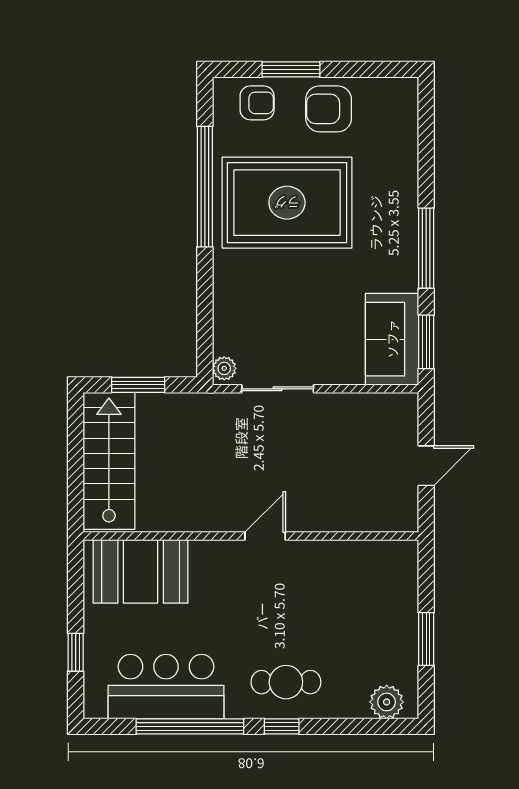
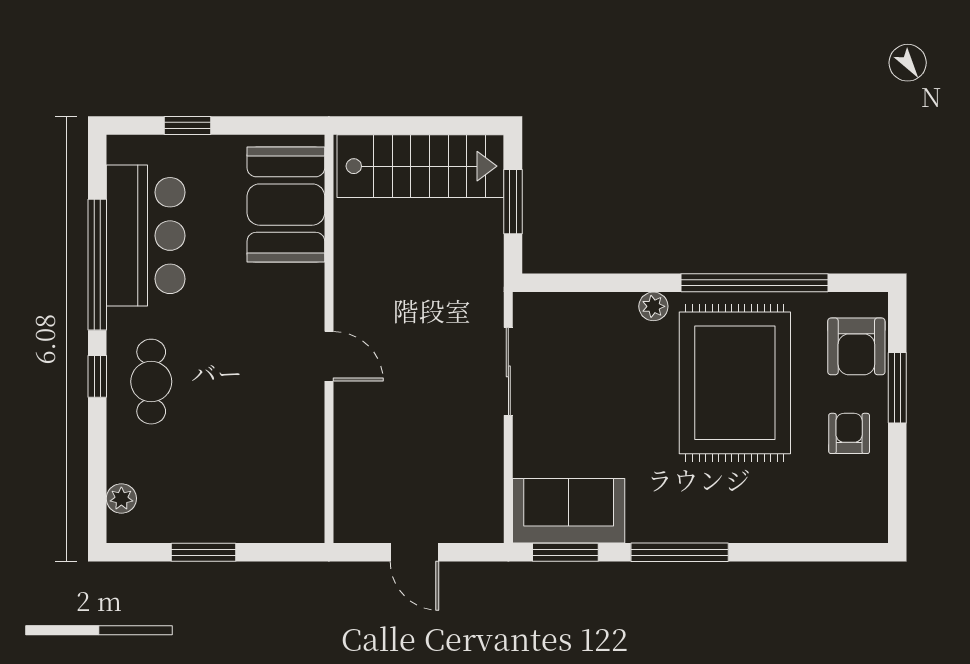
armchair: (257, 103) -> (856, 346), width x1.38, depth x1.38
armchair: (329, 109) -> (849, 433), width x0.72, depth x0.72
plant: (224, 368) -> (653, 306), moved
plant: (387, 702) -> (121, 498), width x0.73, depth x0.73

